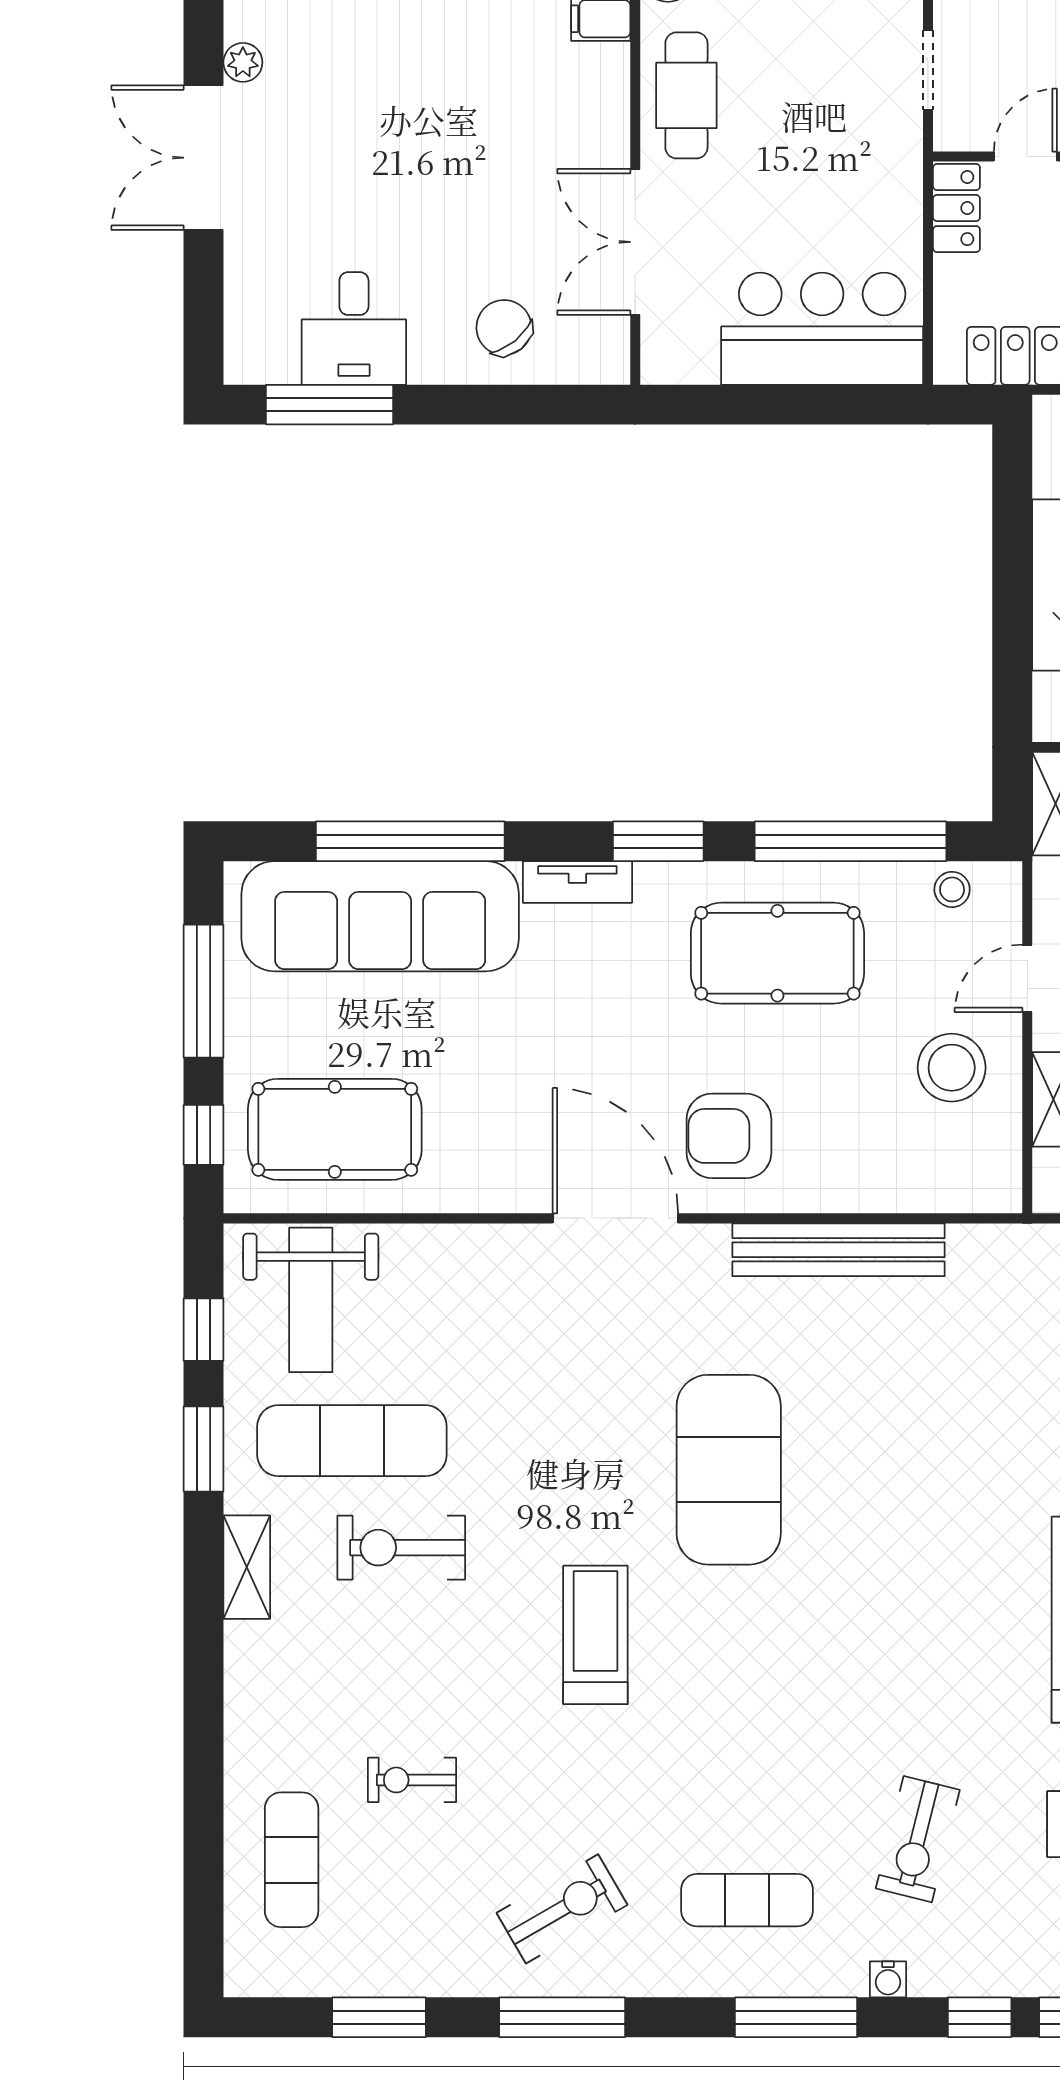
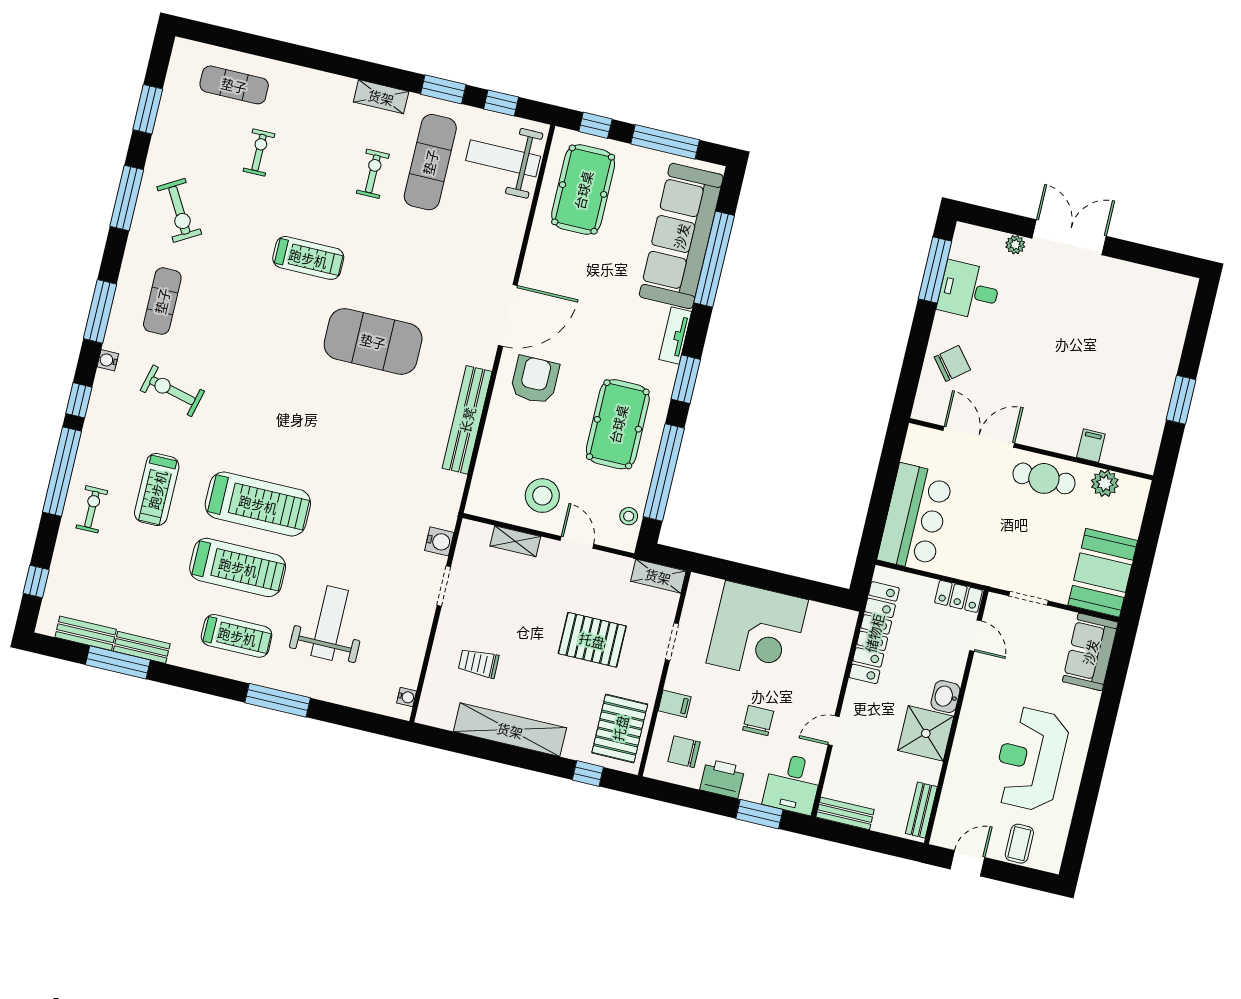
plant: (243, 62) -> (1015, 245), moved
exercise bike: (401, 1548) -> (373, 174), width x0.73, depth x0.72

